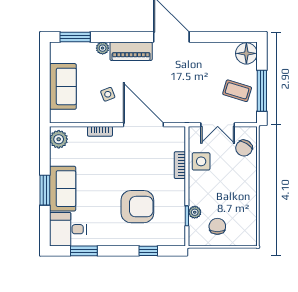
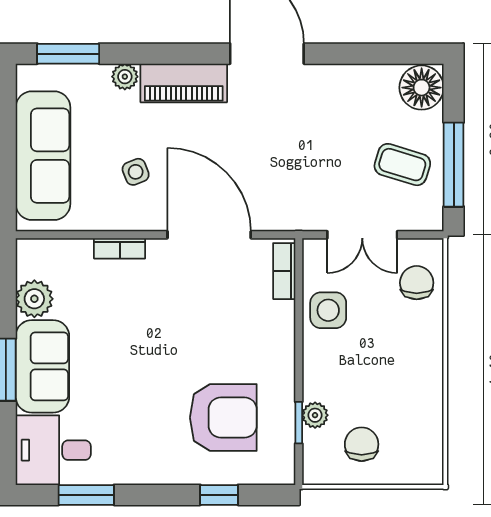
sofa: (63, 86) -> (43, 156), width x1.36
plant: (59, 139) -> (34, 299), moved
chair: (244, 148) -> (417, 283), turned 148
bookcase: (180, 165) -> (284, 271), moved
armchair: (137, 207) -> (223, 418), moved

